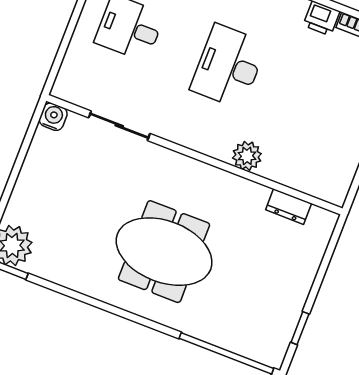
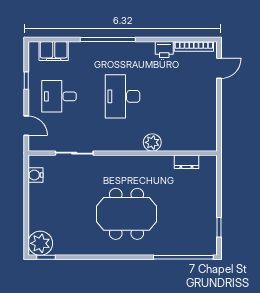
door: (61, 54) -> (26, 126), added
water cooler: (53, 117) -> (35, 175), moved, turned -90

